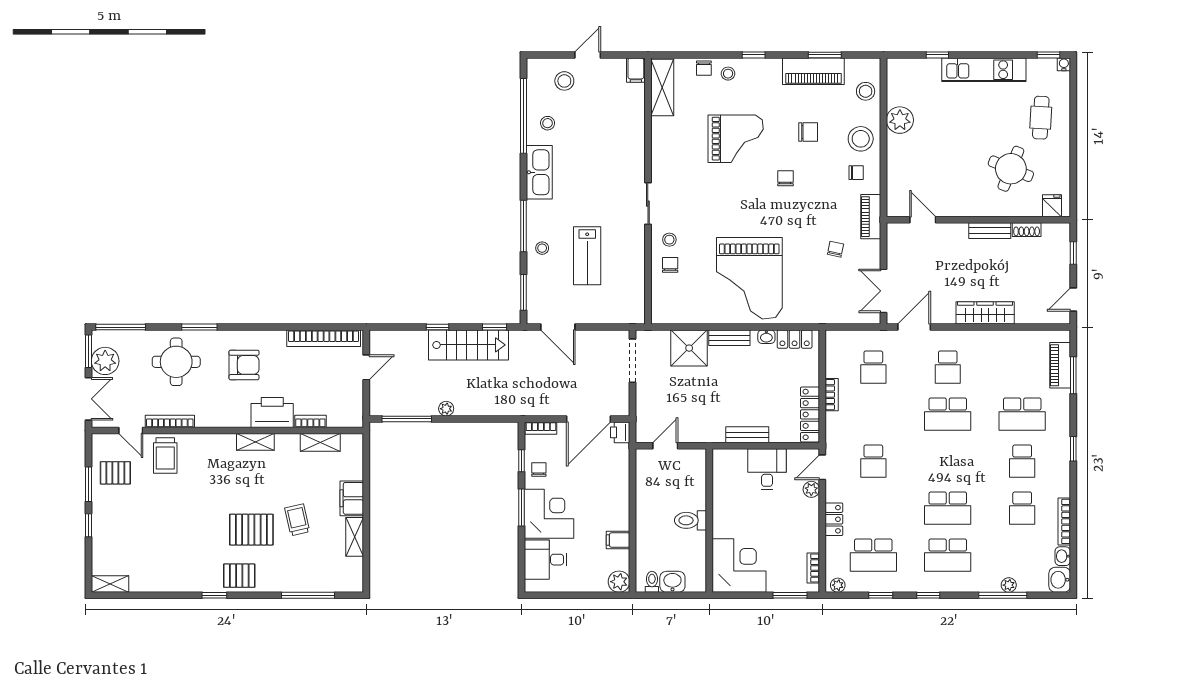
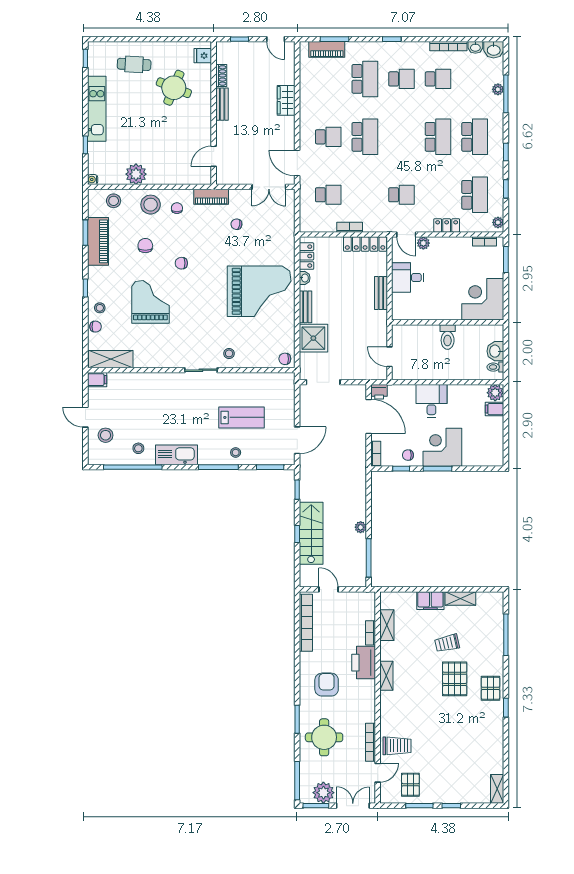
water cooler: (1064, 64) -> (93, 180), moved
chair: (670, 265) -> (285, 359), moved
wardrobe: (985, 313) -> (286, 100), width x0.67
stairs: (468, 345) -> (311, 533), moved
filing cabinet: (618, 540) -> (494, 409), moved, turned 90
desk: (546, 560) -> (431, 401), moved, turned 180

